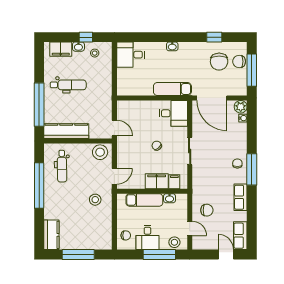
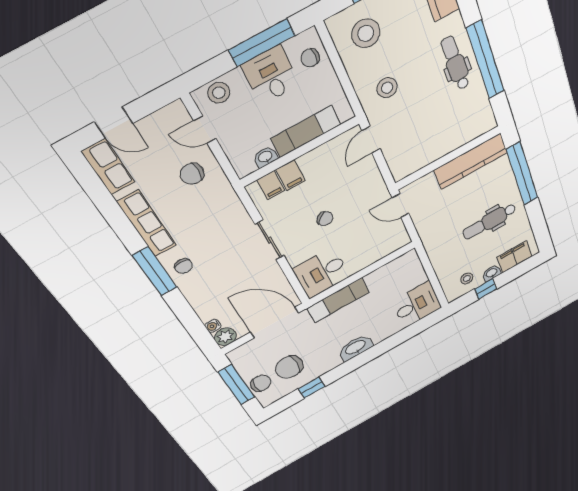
washbasin: (172, 46) -> (356, 348), width x1.91, depth x1.45
chair: (219, 62) -> (289, 367), turned -90
stool: (100, 152) -> (366, 33), moved
dental chair: (62, 166) -> (455, 63), moved
filing cabinet: (157, 181) -> (290, 175), width x0.50
row of seats: (241, 197) -> (147, 224), width x1.48
window: (159, 254) -> (262, 43), moved

